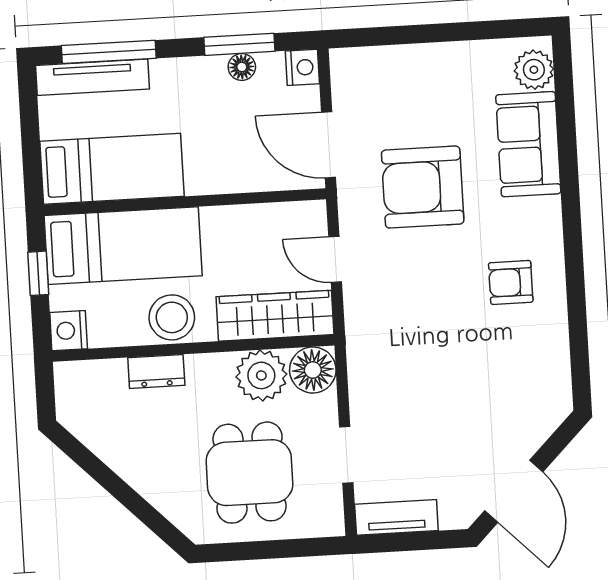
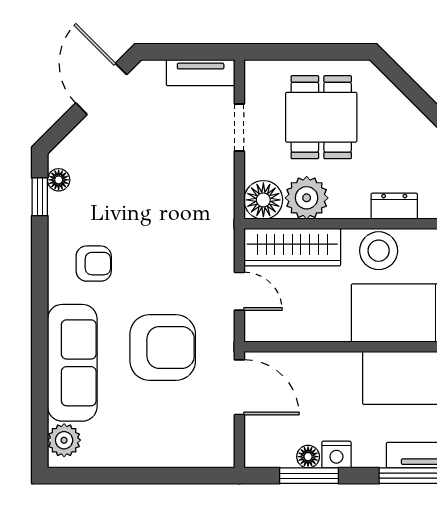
nightstand: (302, 67) -> (336, 455), moved, turned -90
sofa: (528, 144) -> (72, 363), width x1.36
window: (580, 358) -> (40, 197), added
floor lamp: (558, 380) -> (59, 180), added

